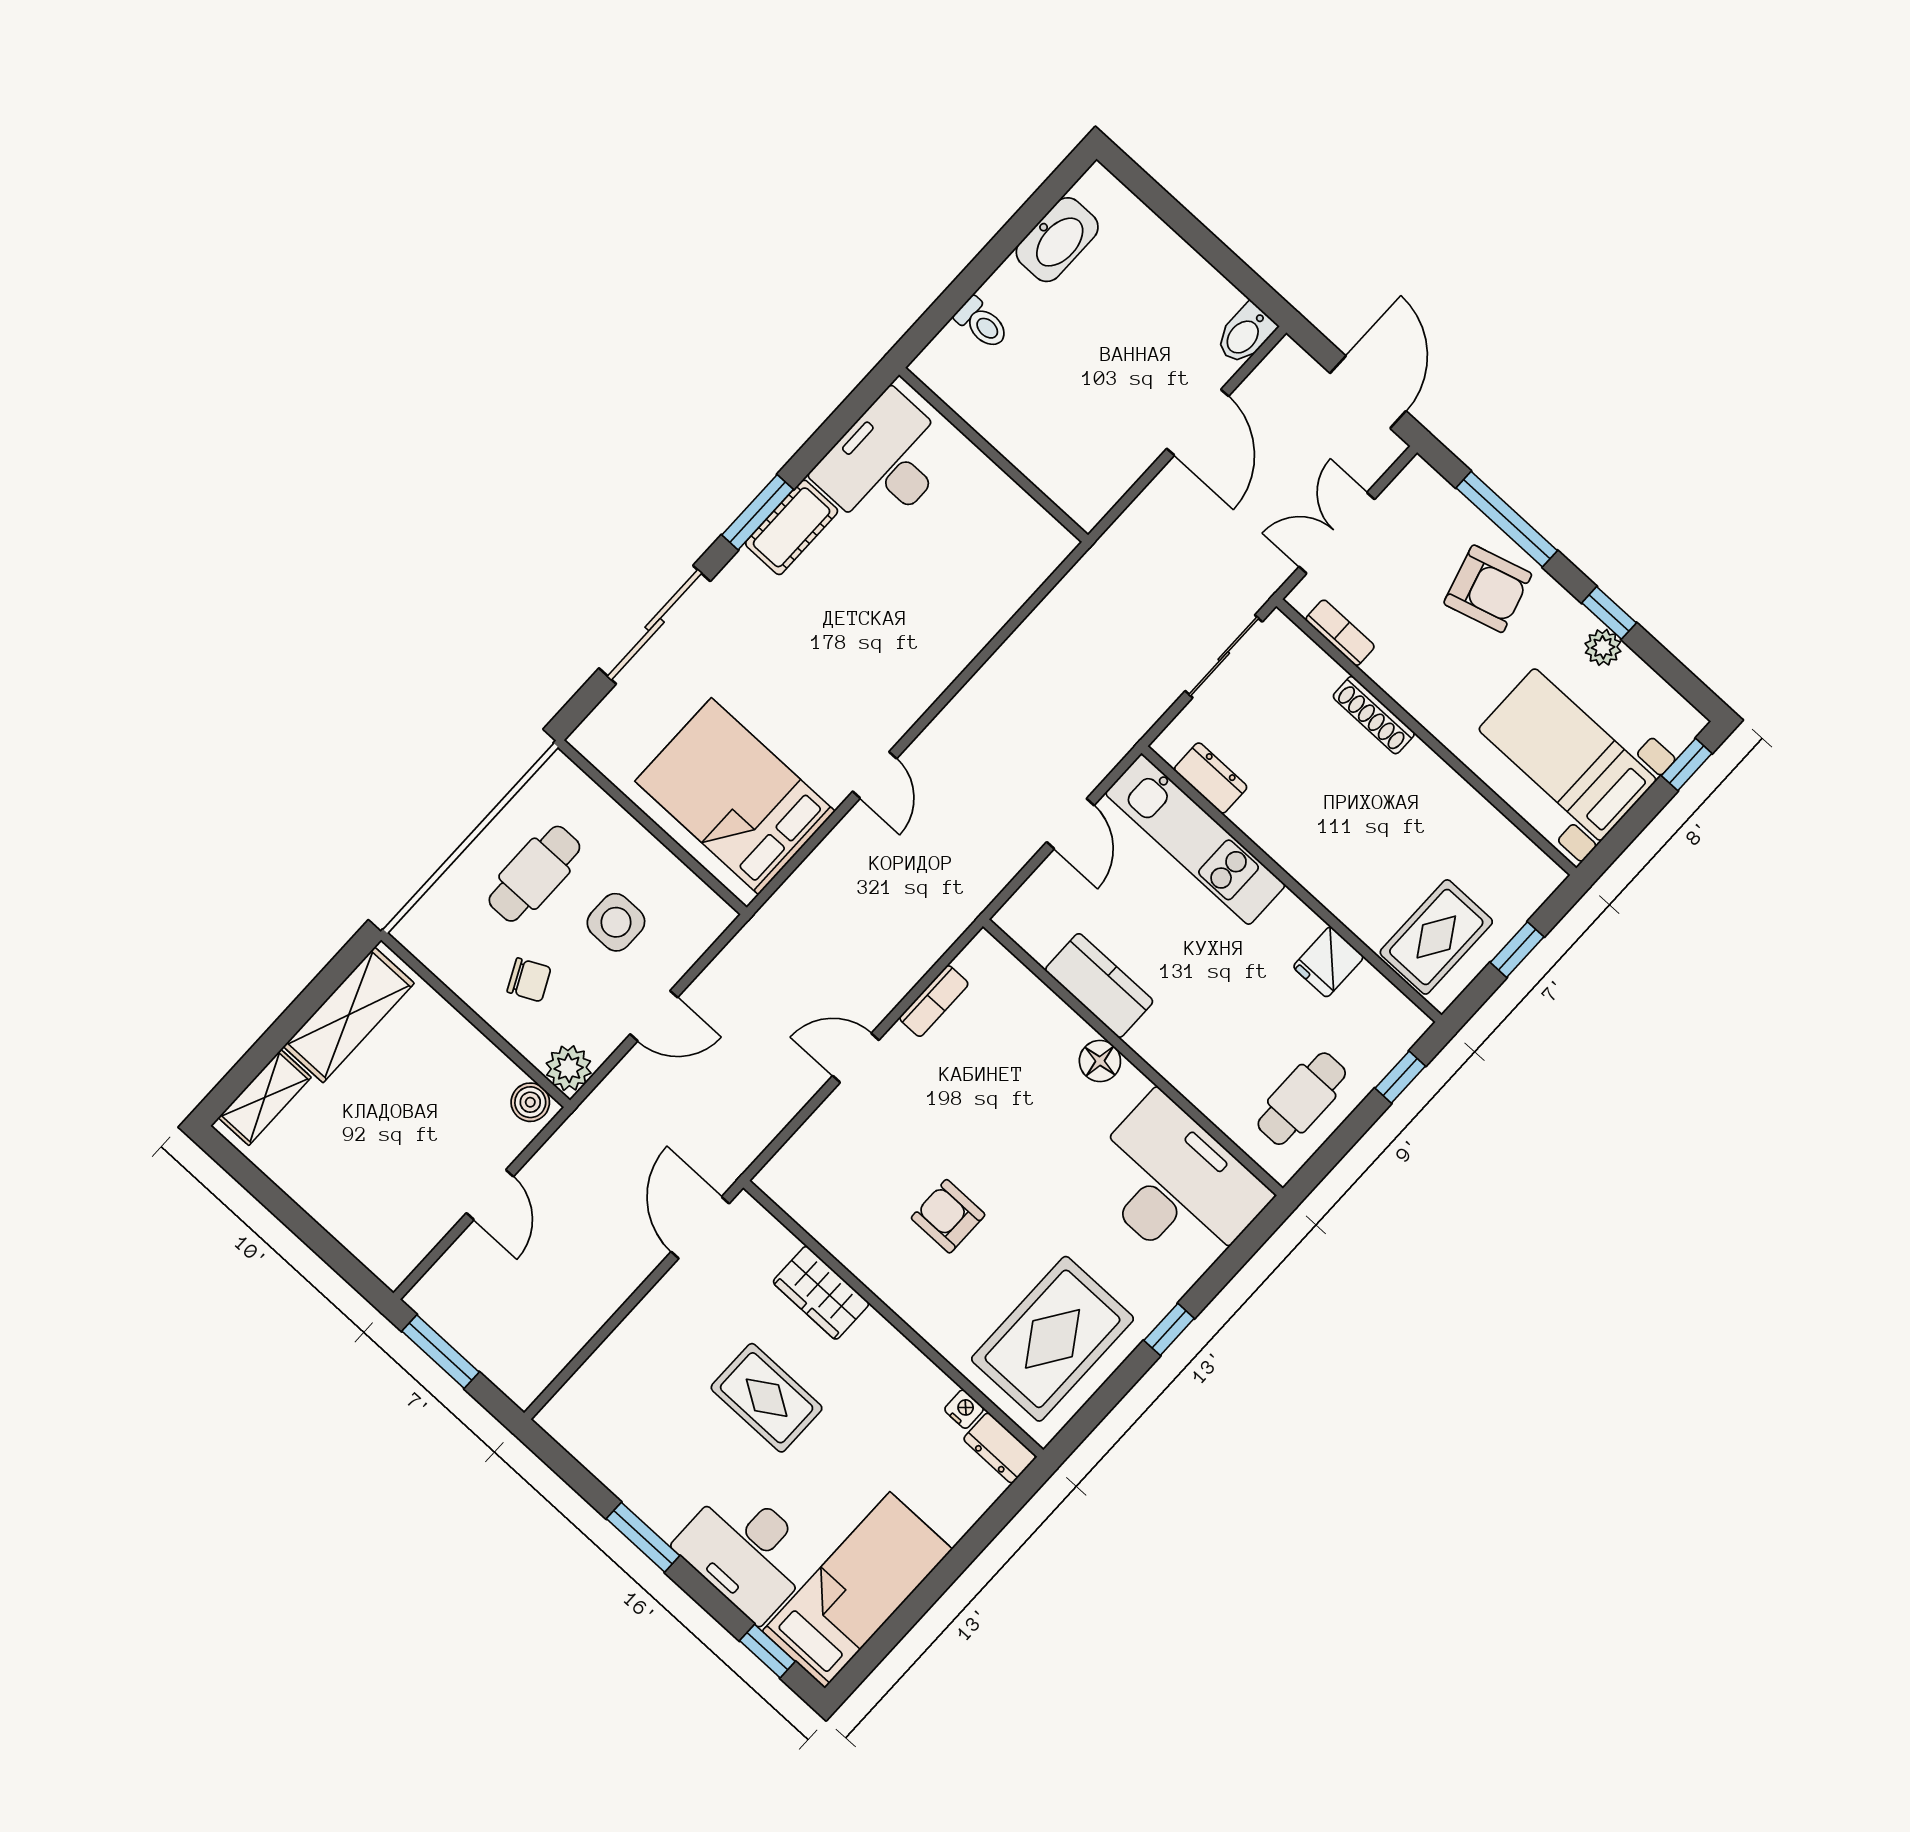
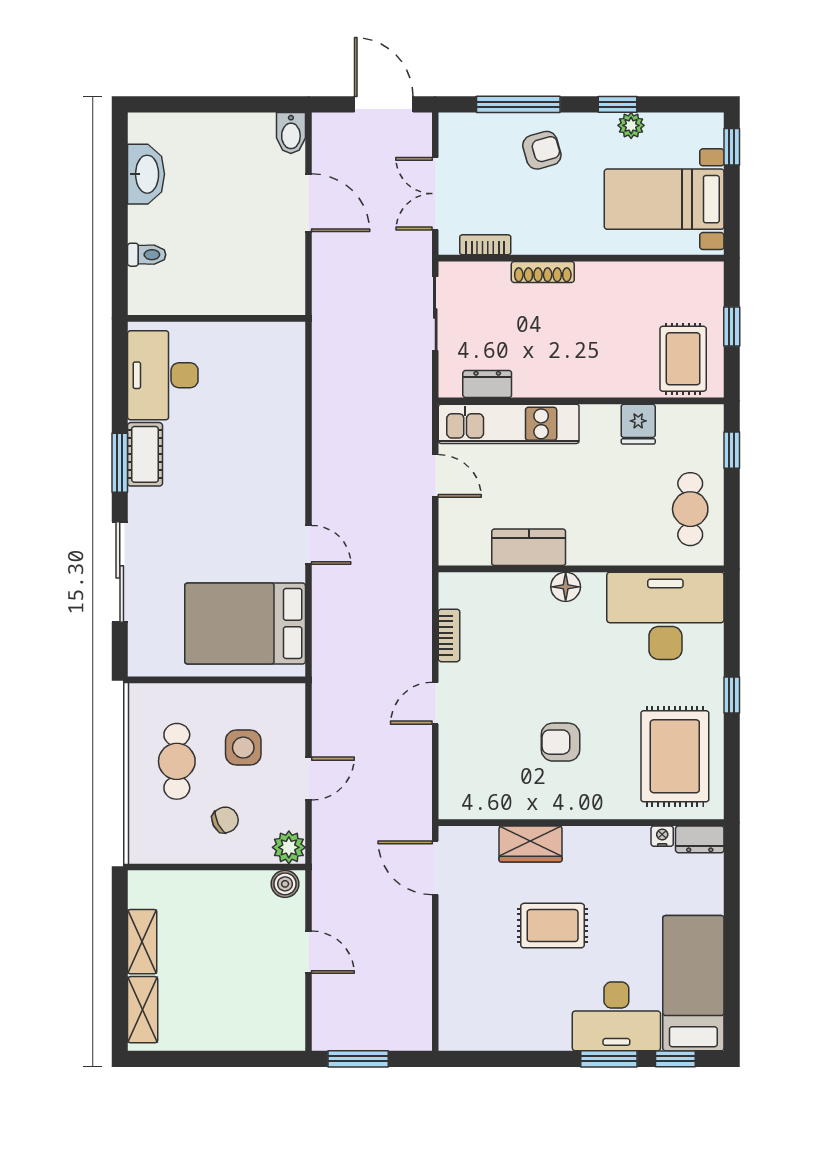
armchair: (1488, 589) -> (542, 150), width x0.72, depth x0.72
shelving: (349, 1015) -> (142, 942), width x0.67, depth x0.75
window: (643, 1537) -> (609, 1059), moved

